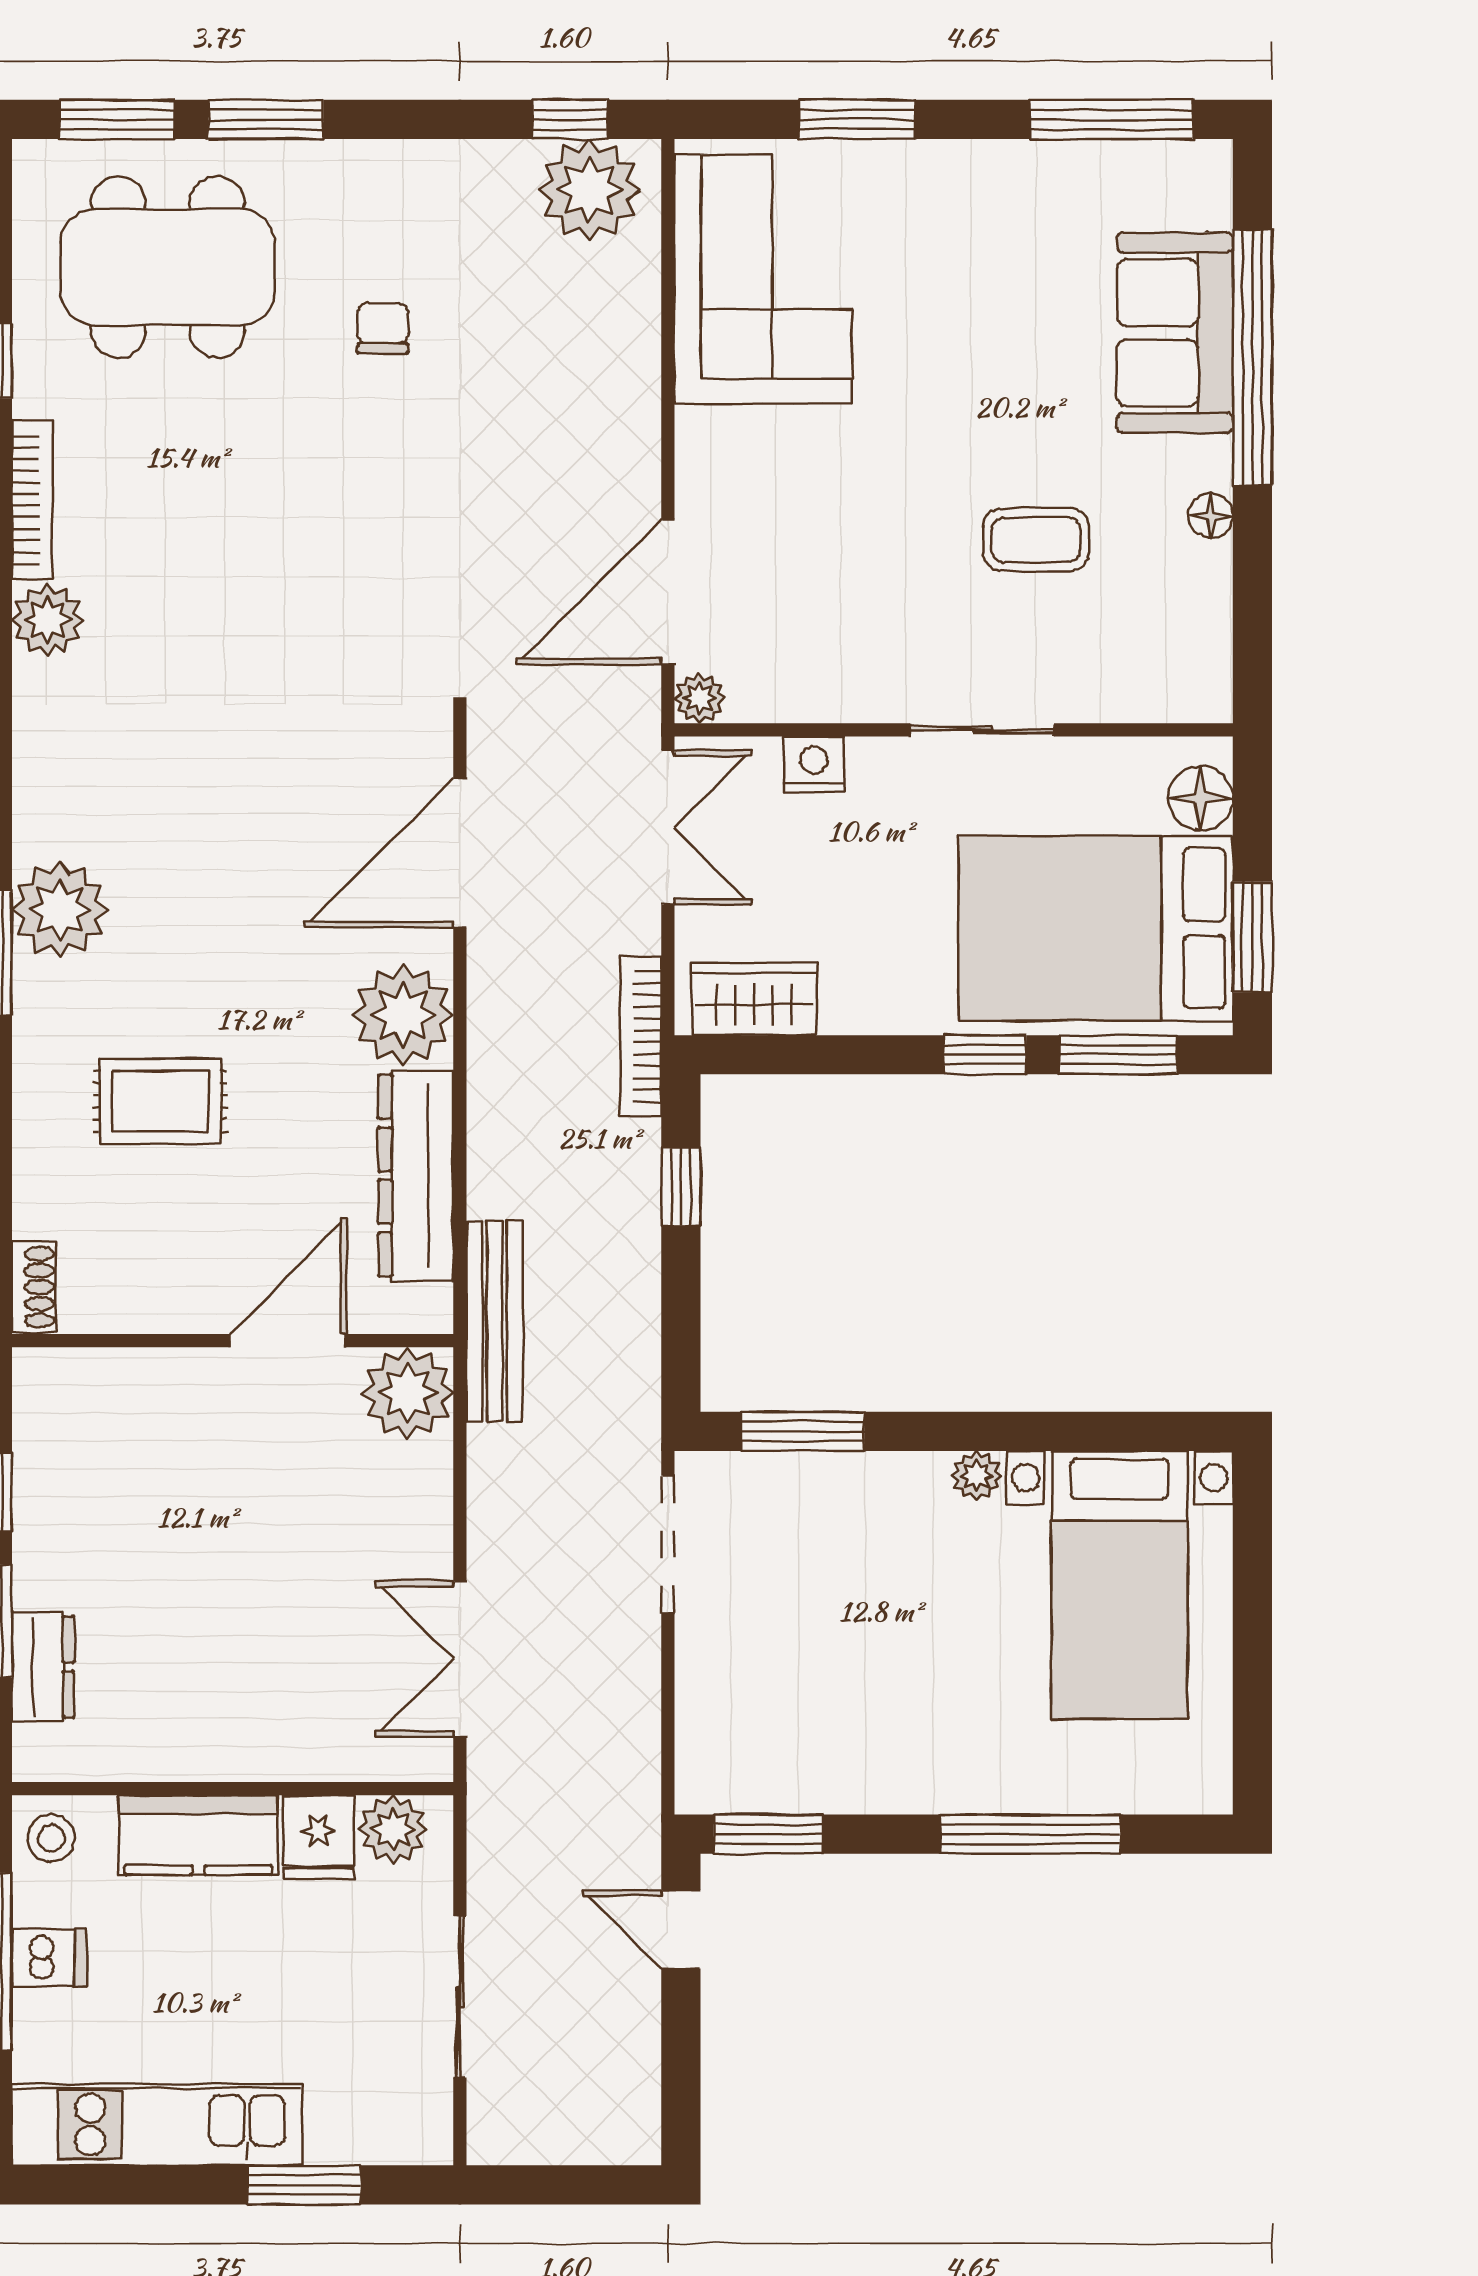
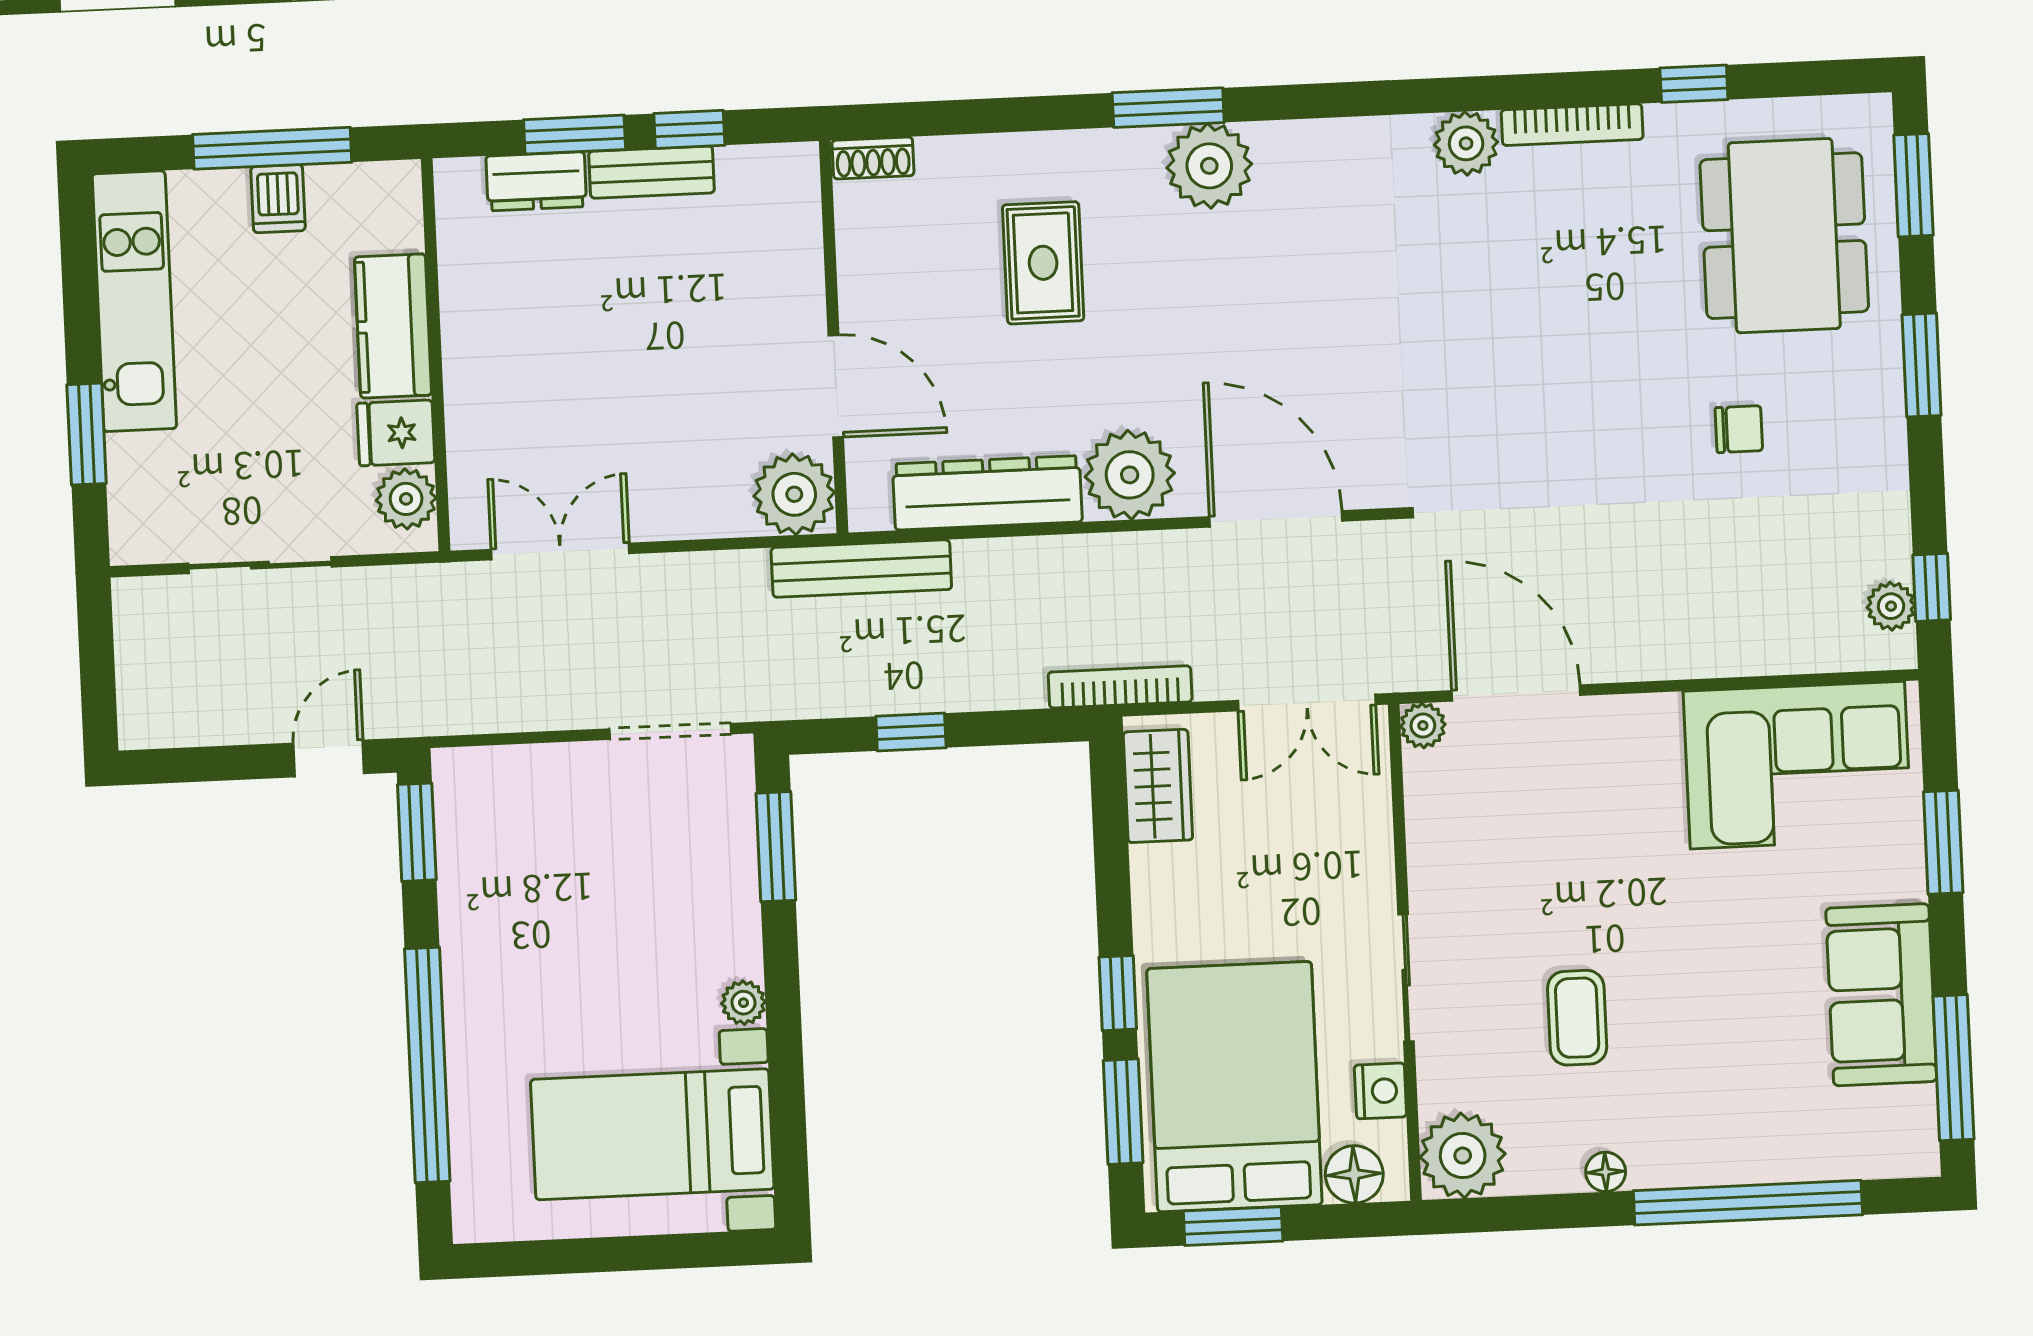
window: (266, 119) -> (1922, 365), moved
plant: (589, 190) -> (1891, 606), width x0.53, depth x0.53
sofa: (1175, 333) -> (1881, 995), moved, turned -90
plant: (1185, 675) -> (1463, 1156), added
nightstand: (814, 765) -> (1380, 1091), moved
window: (681, 1187) -> (911, 732), moved
bench: (38, 1537) -> (652, 172), added
window: (1030, 1834) -> (427, 1065), width x1.46
stool: (51, 1838) -> (384, 196), removed

